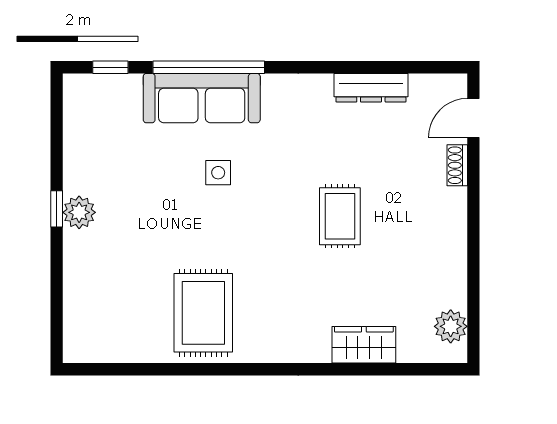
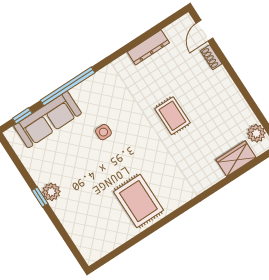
sofa: (202, 98) -> (48, 120), moved
wardrobe: (364, 345) -> (236, 159), moved

